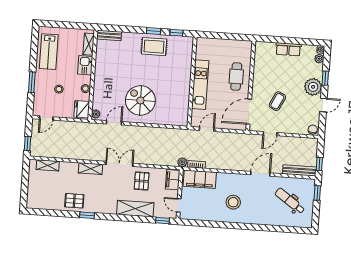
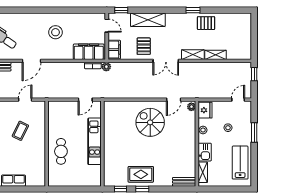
spiral stairs: (140, 100) -> (150, 122), turned 180
door: (249, 112) -> (47, 119), removed
shelving: (48, 165) -> (216, 55), moved

